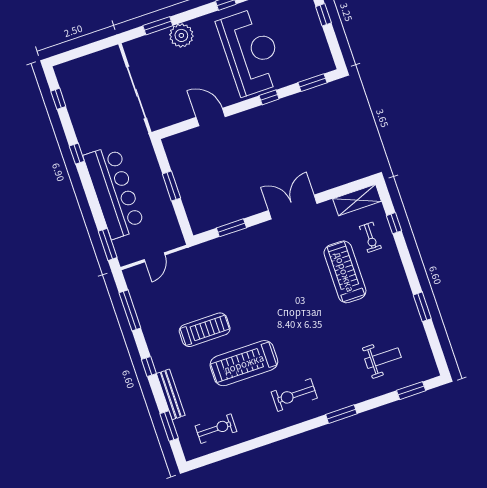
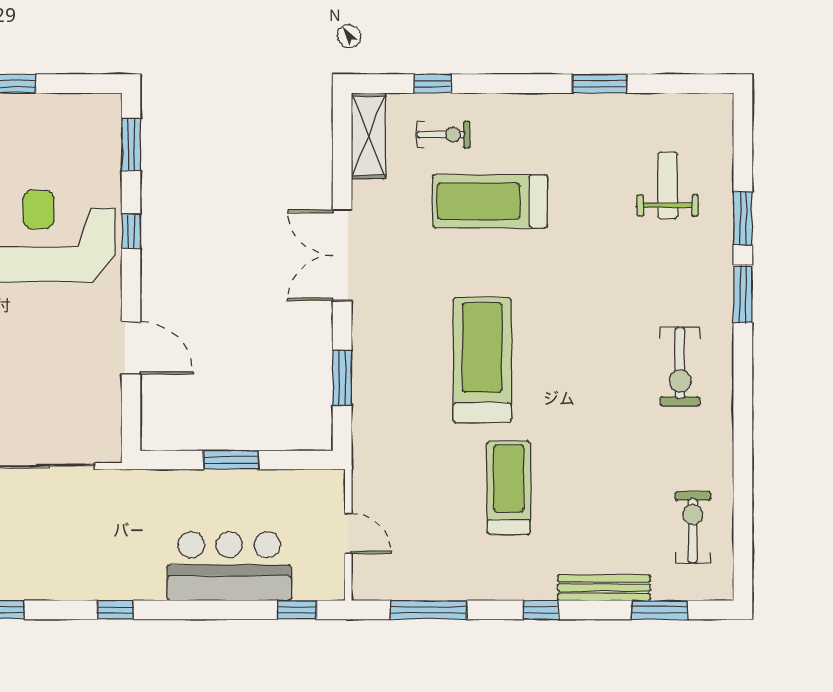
door: (211, 117) -> (131, 348), swing flipped
bar counter: (114, 192) -> (229, 566), width x0.73
window: (108, 244) -> (297, 610), width x0.67
treadmill: (244, 363) -> (482, 360), moved, turned 180
window: (411, 391) -> (743, 218), moved

